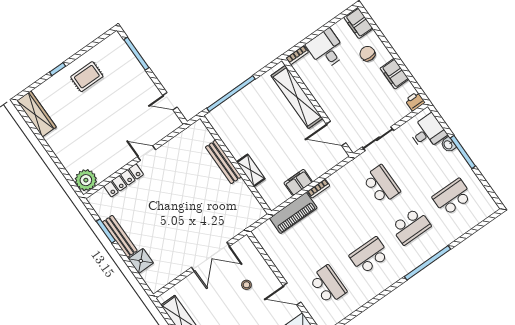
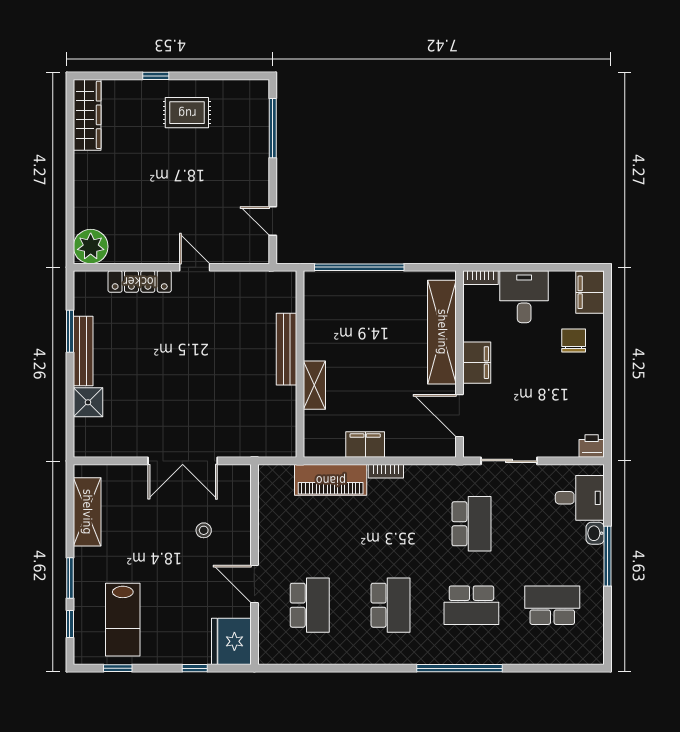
filing cabinet: (394, 74) -> (477, 363), moved, turned 180
school desk: (369, 256) -> (391, 605), turned 90

